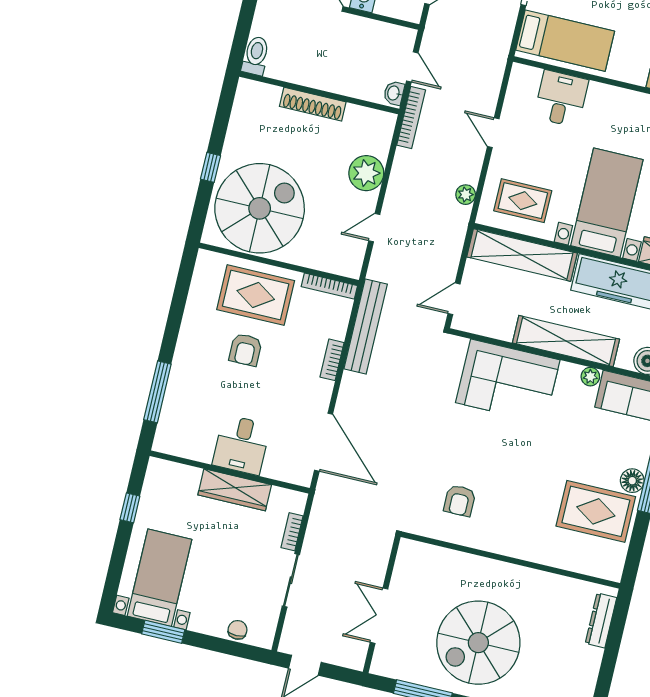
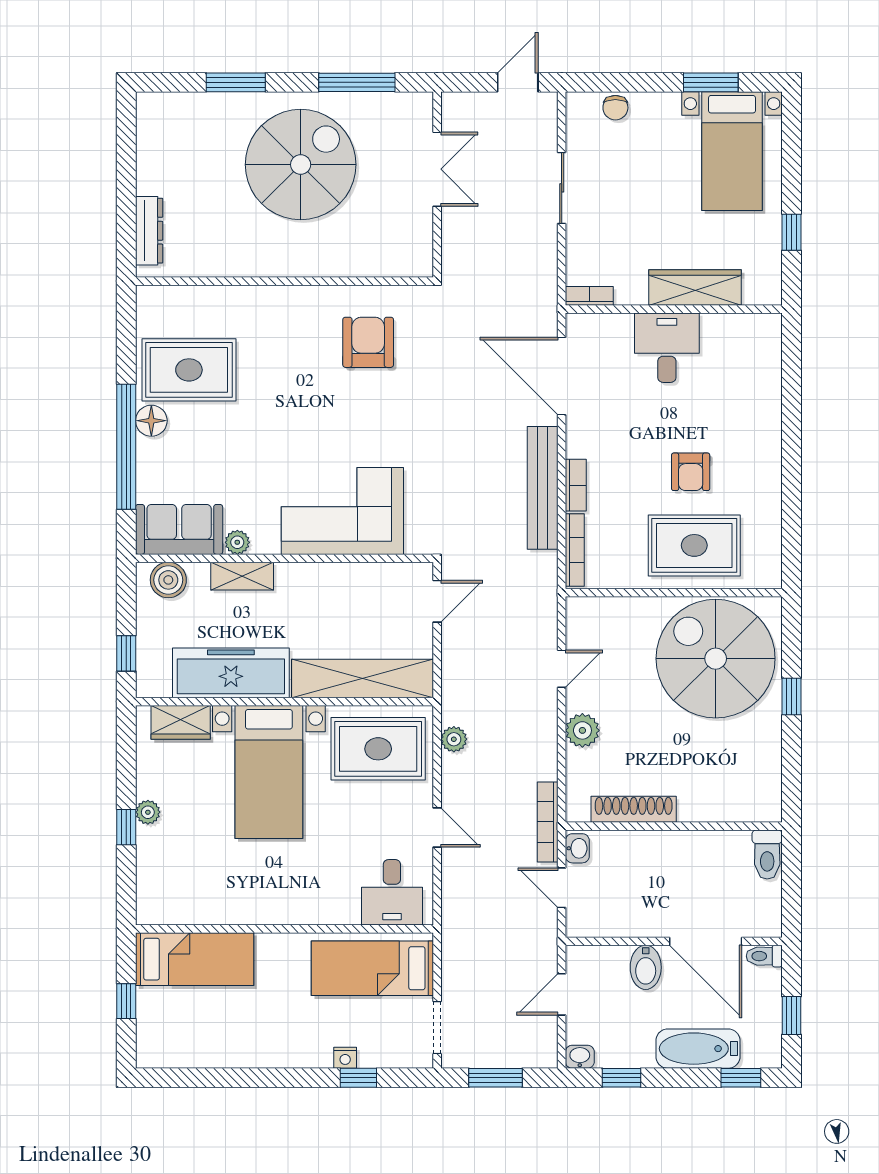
desk: (561, 99) -> (392, 892), moved
shoe rack: (313, 104) -> (634, 809), moved
plant: (366, 173) -> (582, 730), width x0.73, depth x0.73
rug: (523, 201) -> (378, 749), width x1.36, depth x1.43
spiral stairs: (260, 208) -> (716, 659), turned 90
bookcase: (329, 286) -> (575, 550), moved, turned 90
bench: (366, 326) -> (543, 488), moved
shelving: (566, 341) -> (242, 576), width x0.45, depth x0.75
armchair: (246, 350) -> (691, 472), turned 180
window: (157, 392) -> (792, 390), removed
wardrobe: (235, 490) -> (695, 288), moved
armchair: (460, 501) -> (368, 342), width x1.38, depth x1.38
bookcase: (292, 532) -> (589, 296), moved, turned -90

